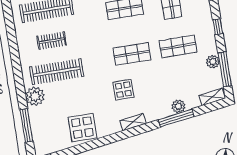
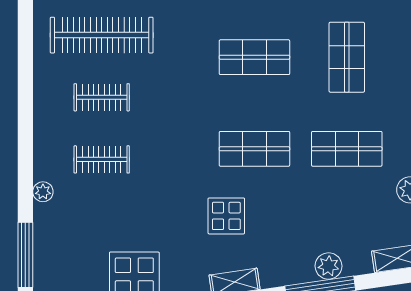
clothes rail: (57, 72) -> (102, 159), width x0.54, depth x0.76
plant: (35, 96) -> (43, 192), width x0.53, depth x0.53

